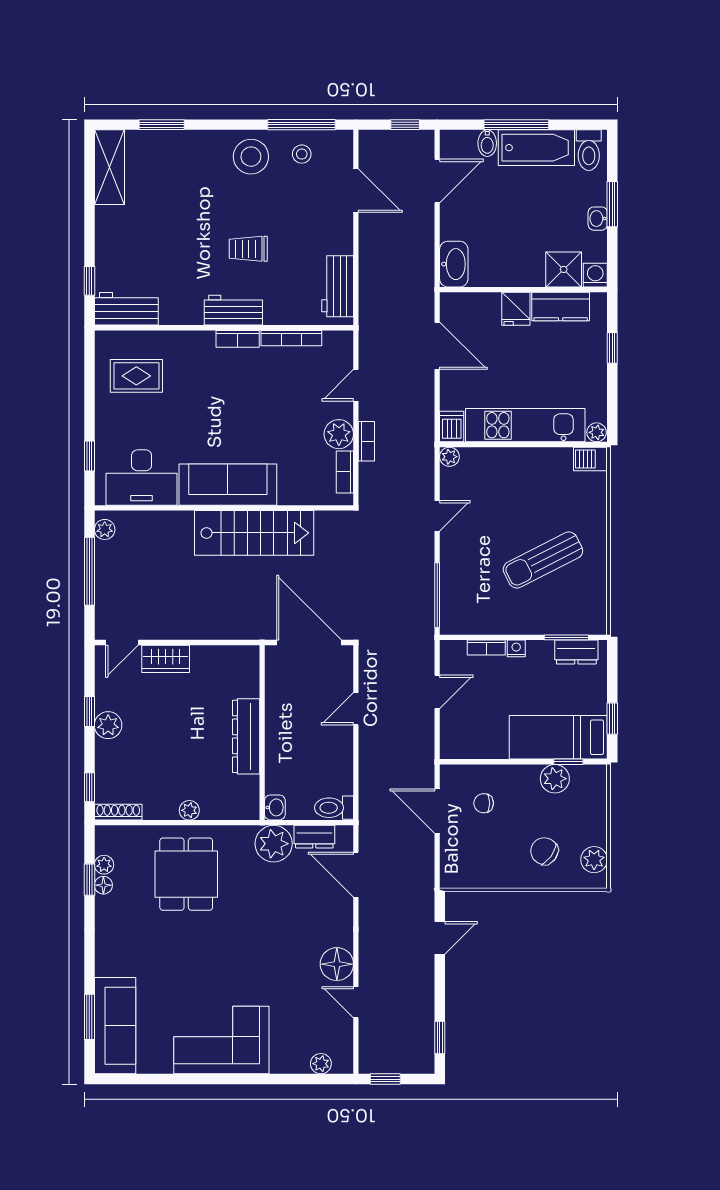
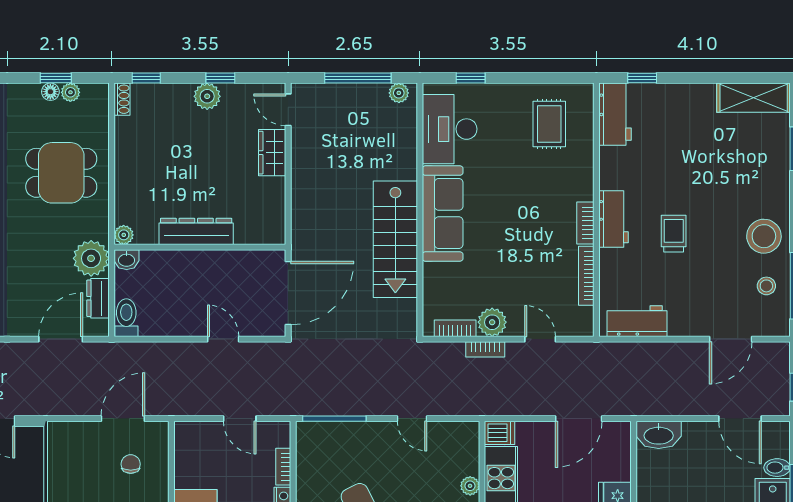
plant: (449, 457) -> (470, 486), moved
plant: (189, 810) -> (124, 235), moved
shoe rack: (118, 812) -> (122, 99), width x0.70

